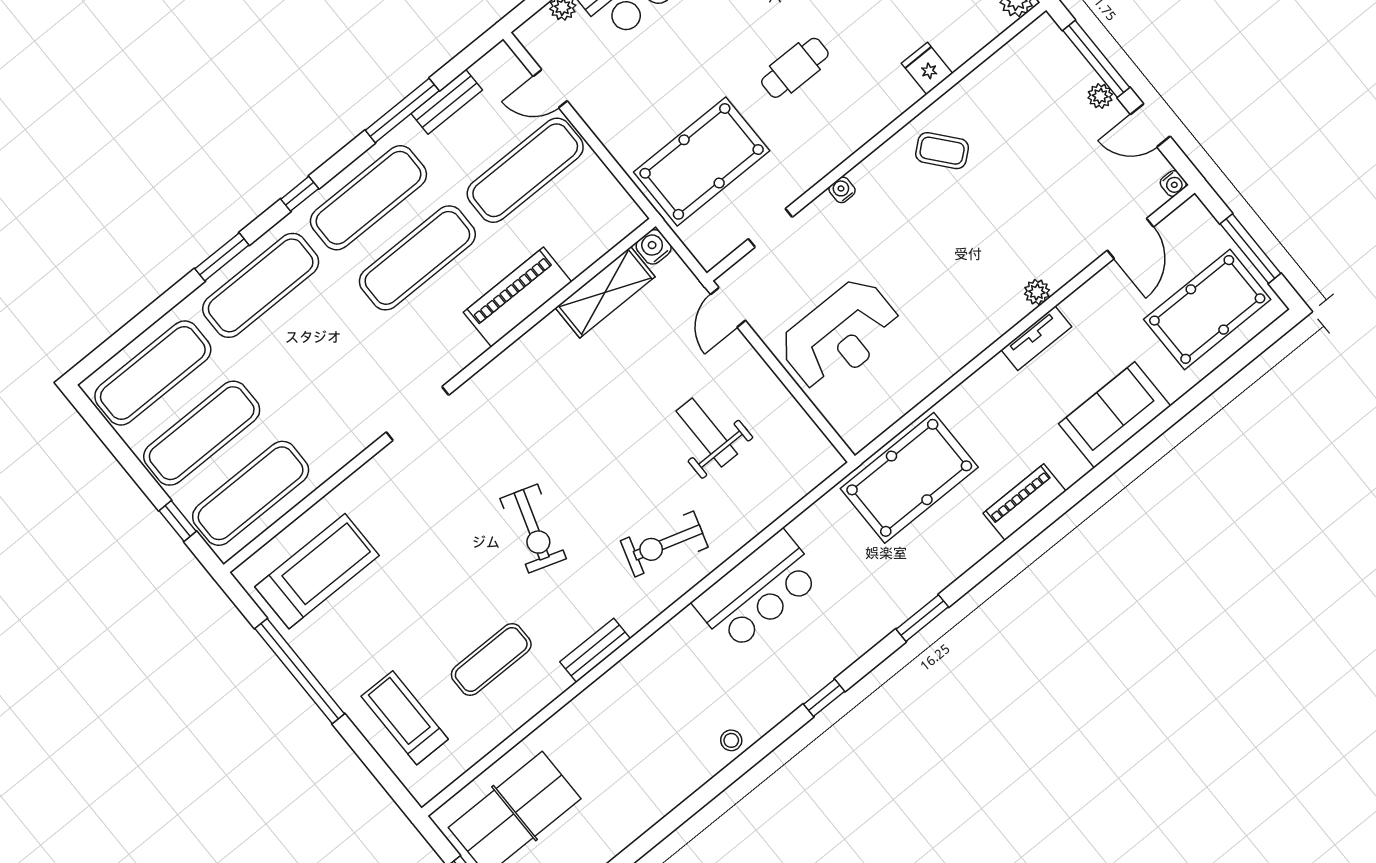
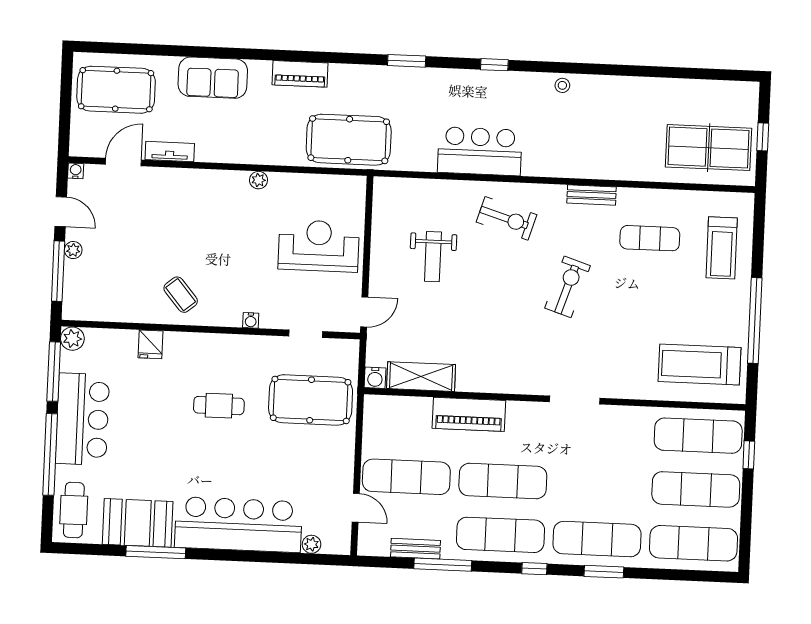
window: (1250, 249) -> (66, 101), removed
plant: (1037, 292) -> (259, 180), moved
tv unit: (1036, 338) -> (170, 151), moved

